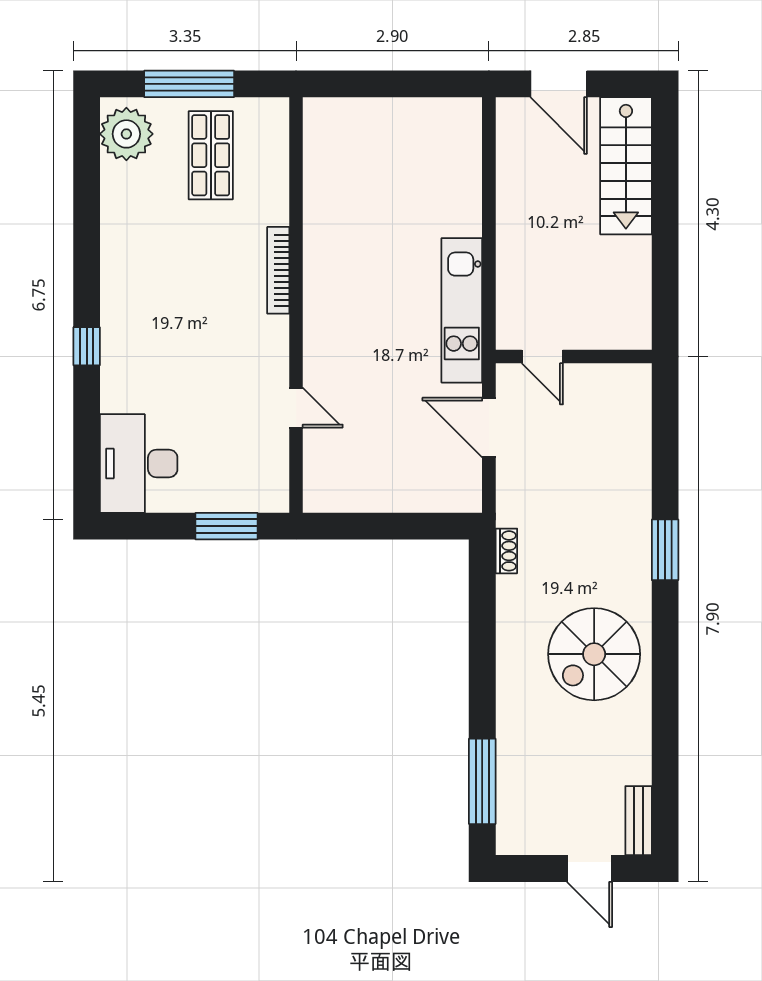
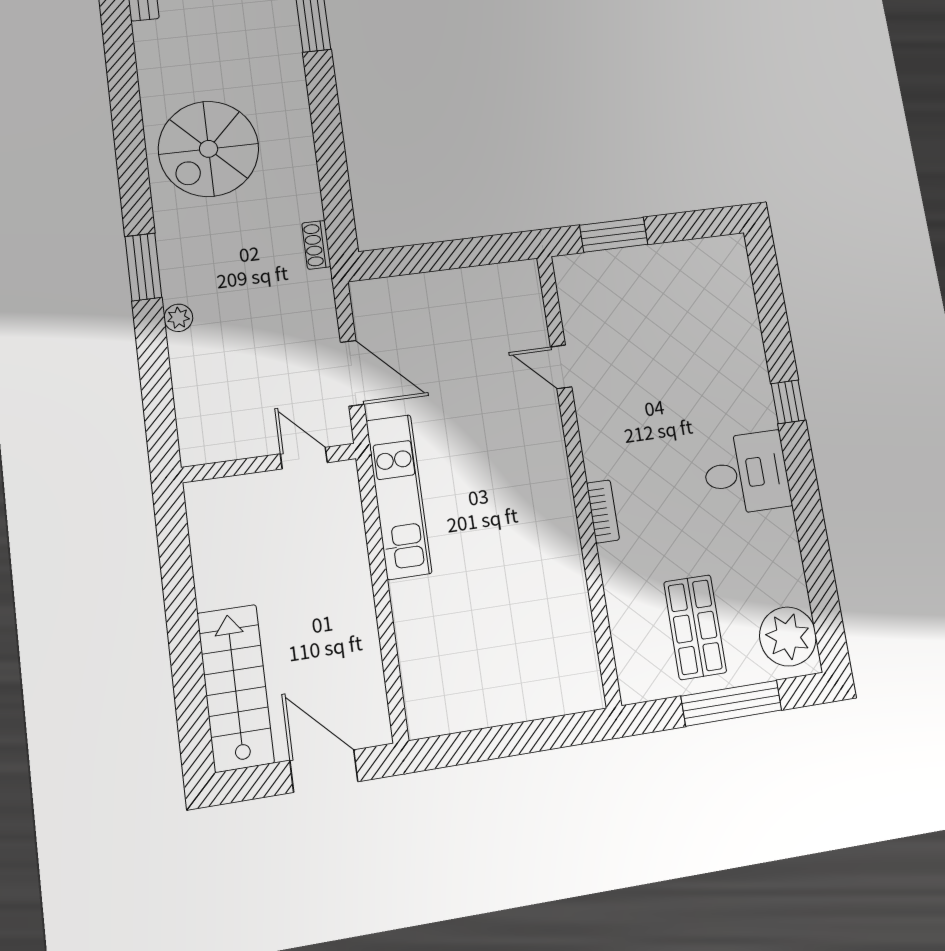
bookcase: (278, 270) -> (603, 512), width x0.64
desk: (139, 463) -> (746, 473), moved, width x0.73
plant: (639, 499) -> (178, 318), added
spiral stairs: (594, 654) -> (209, 149), turned 180

